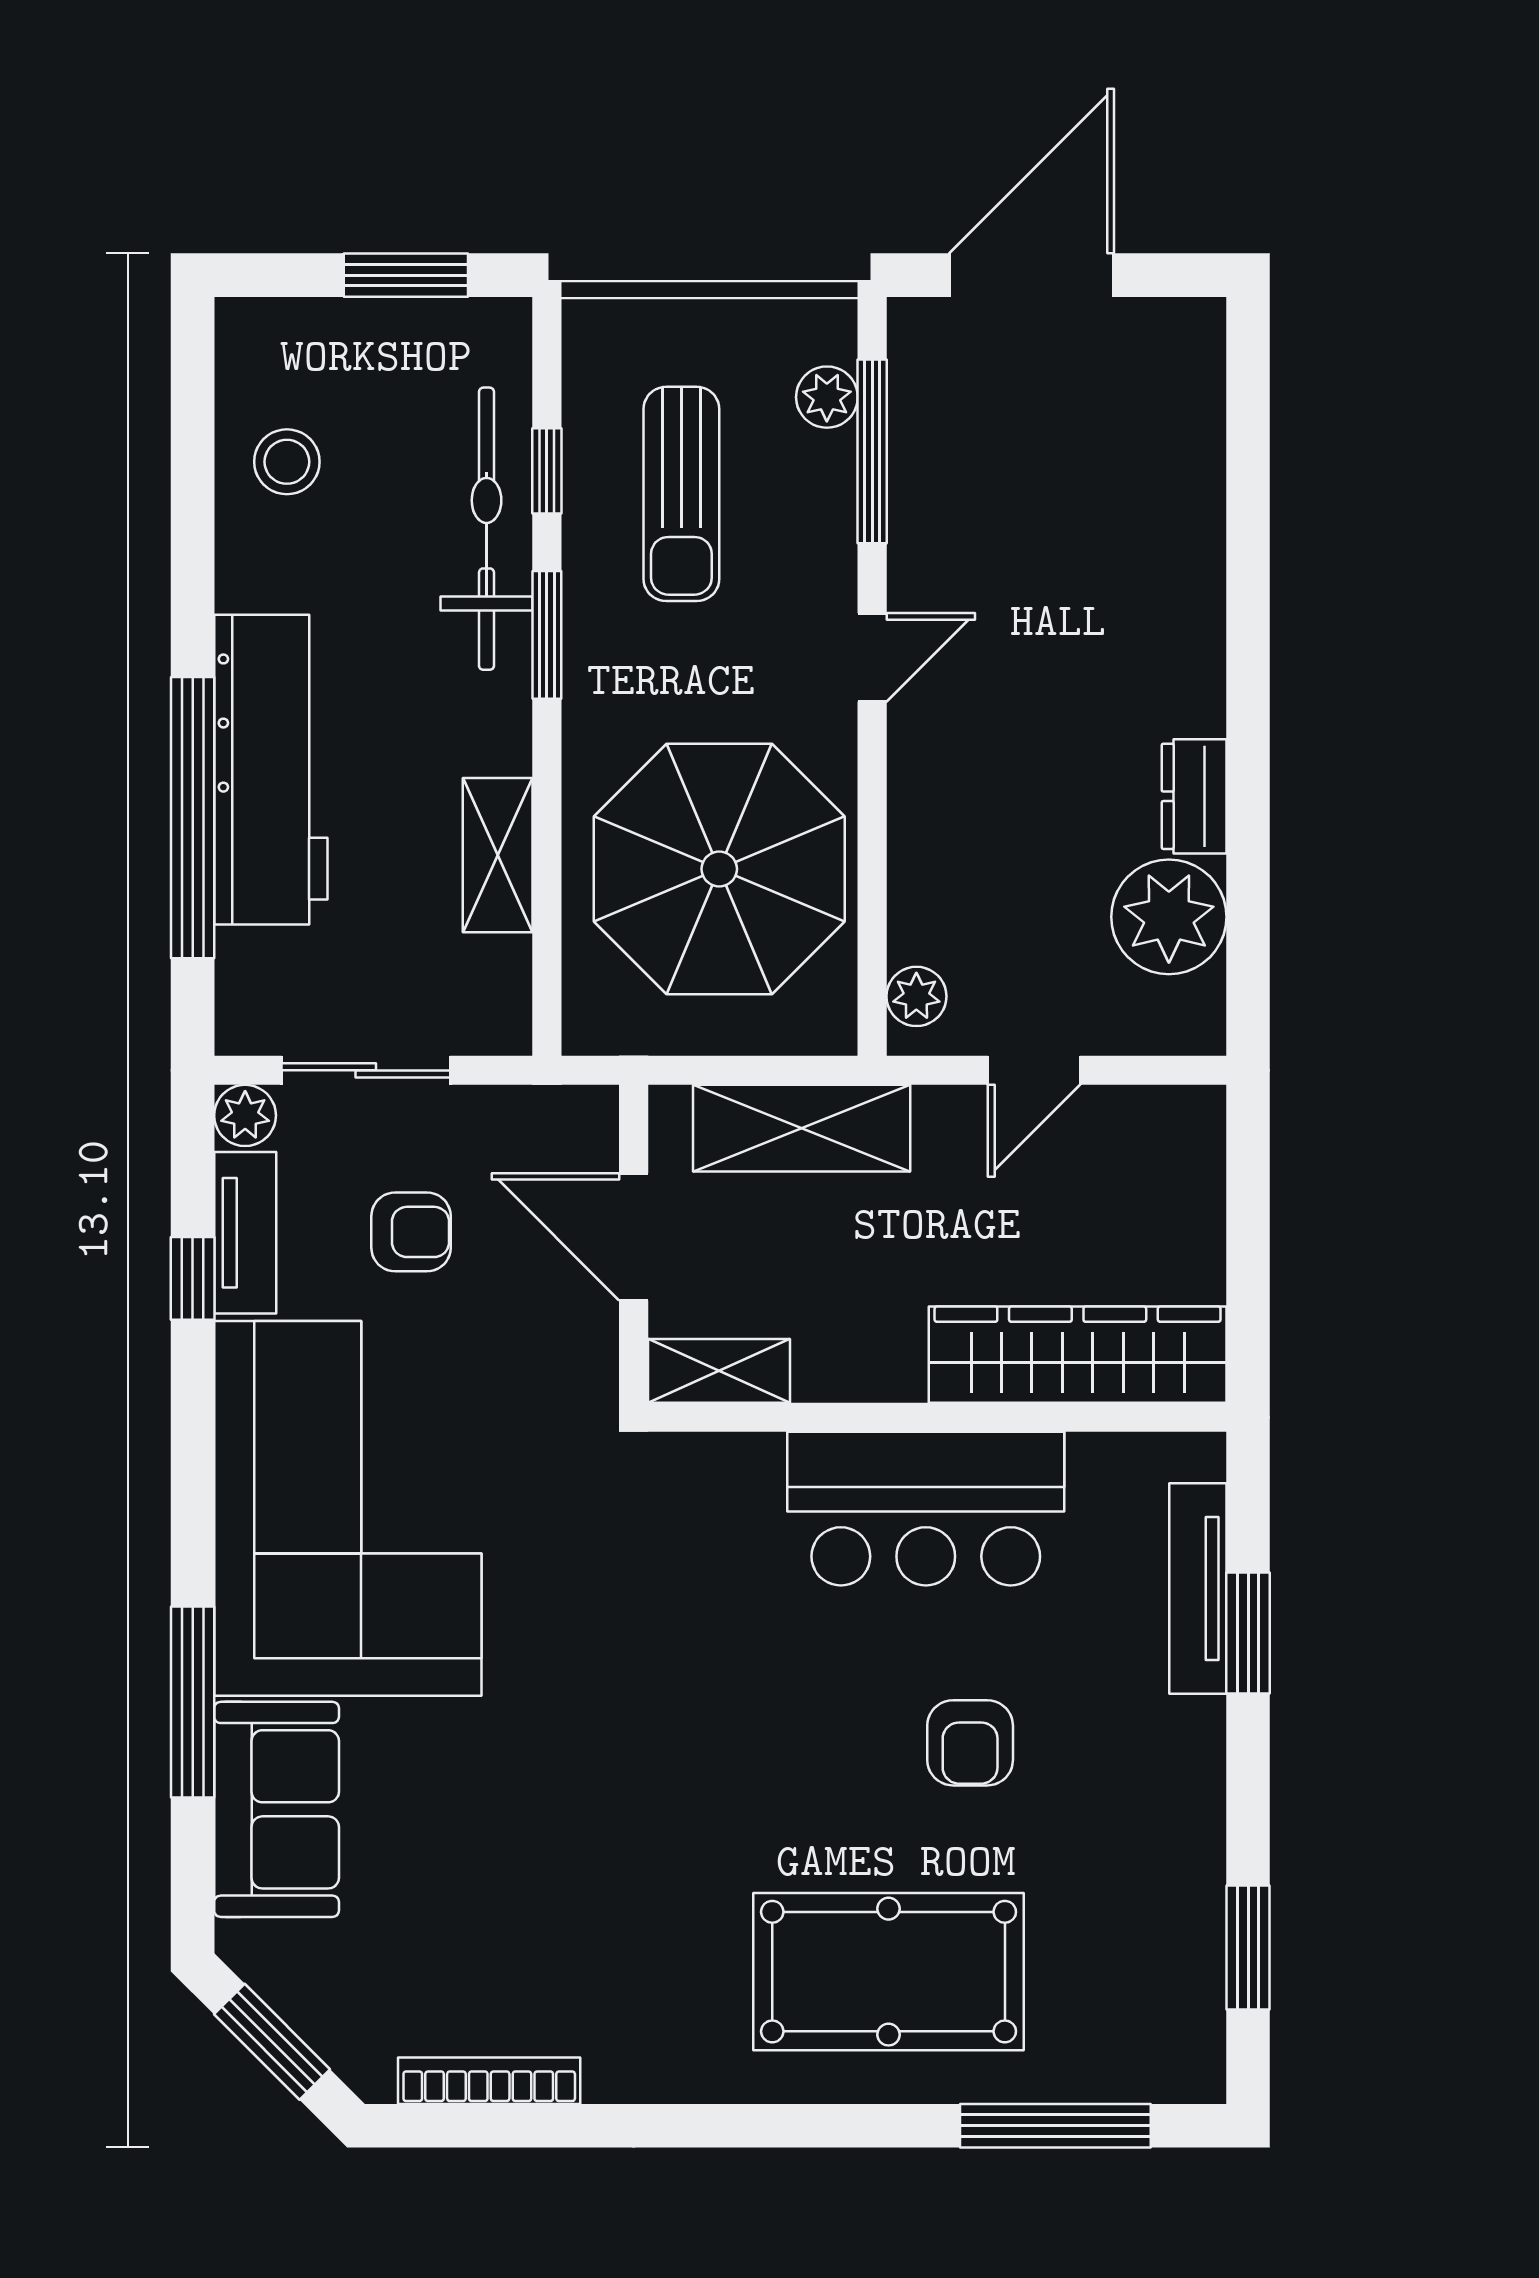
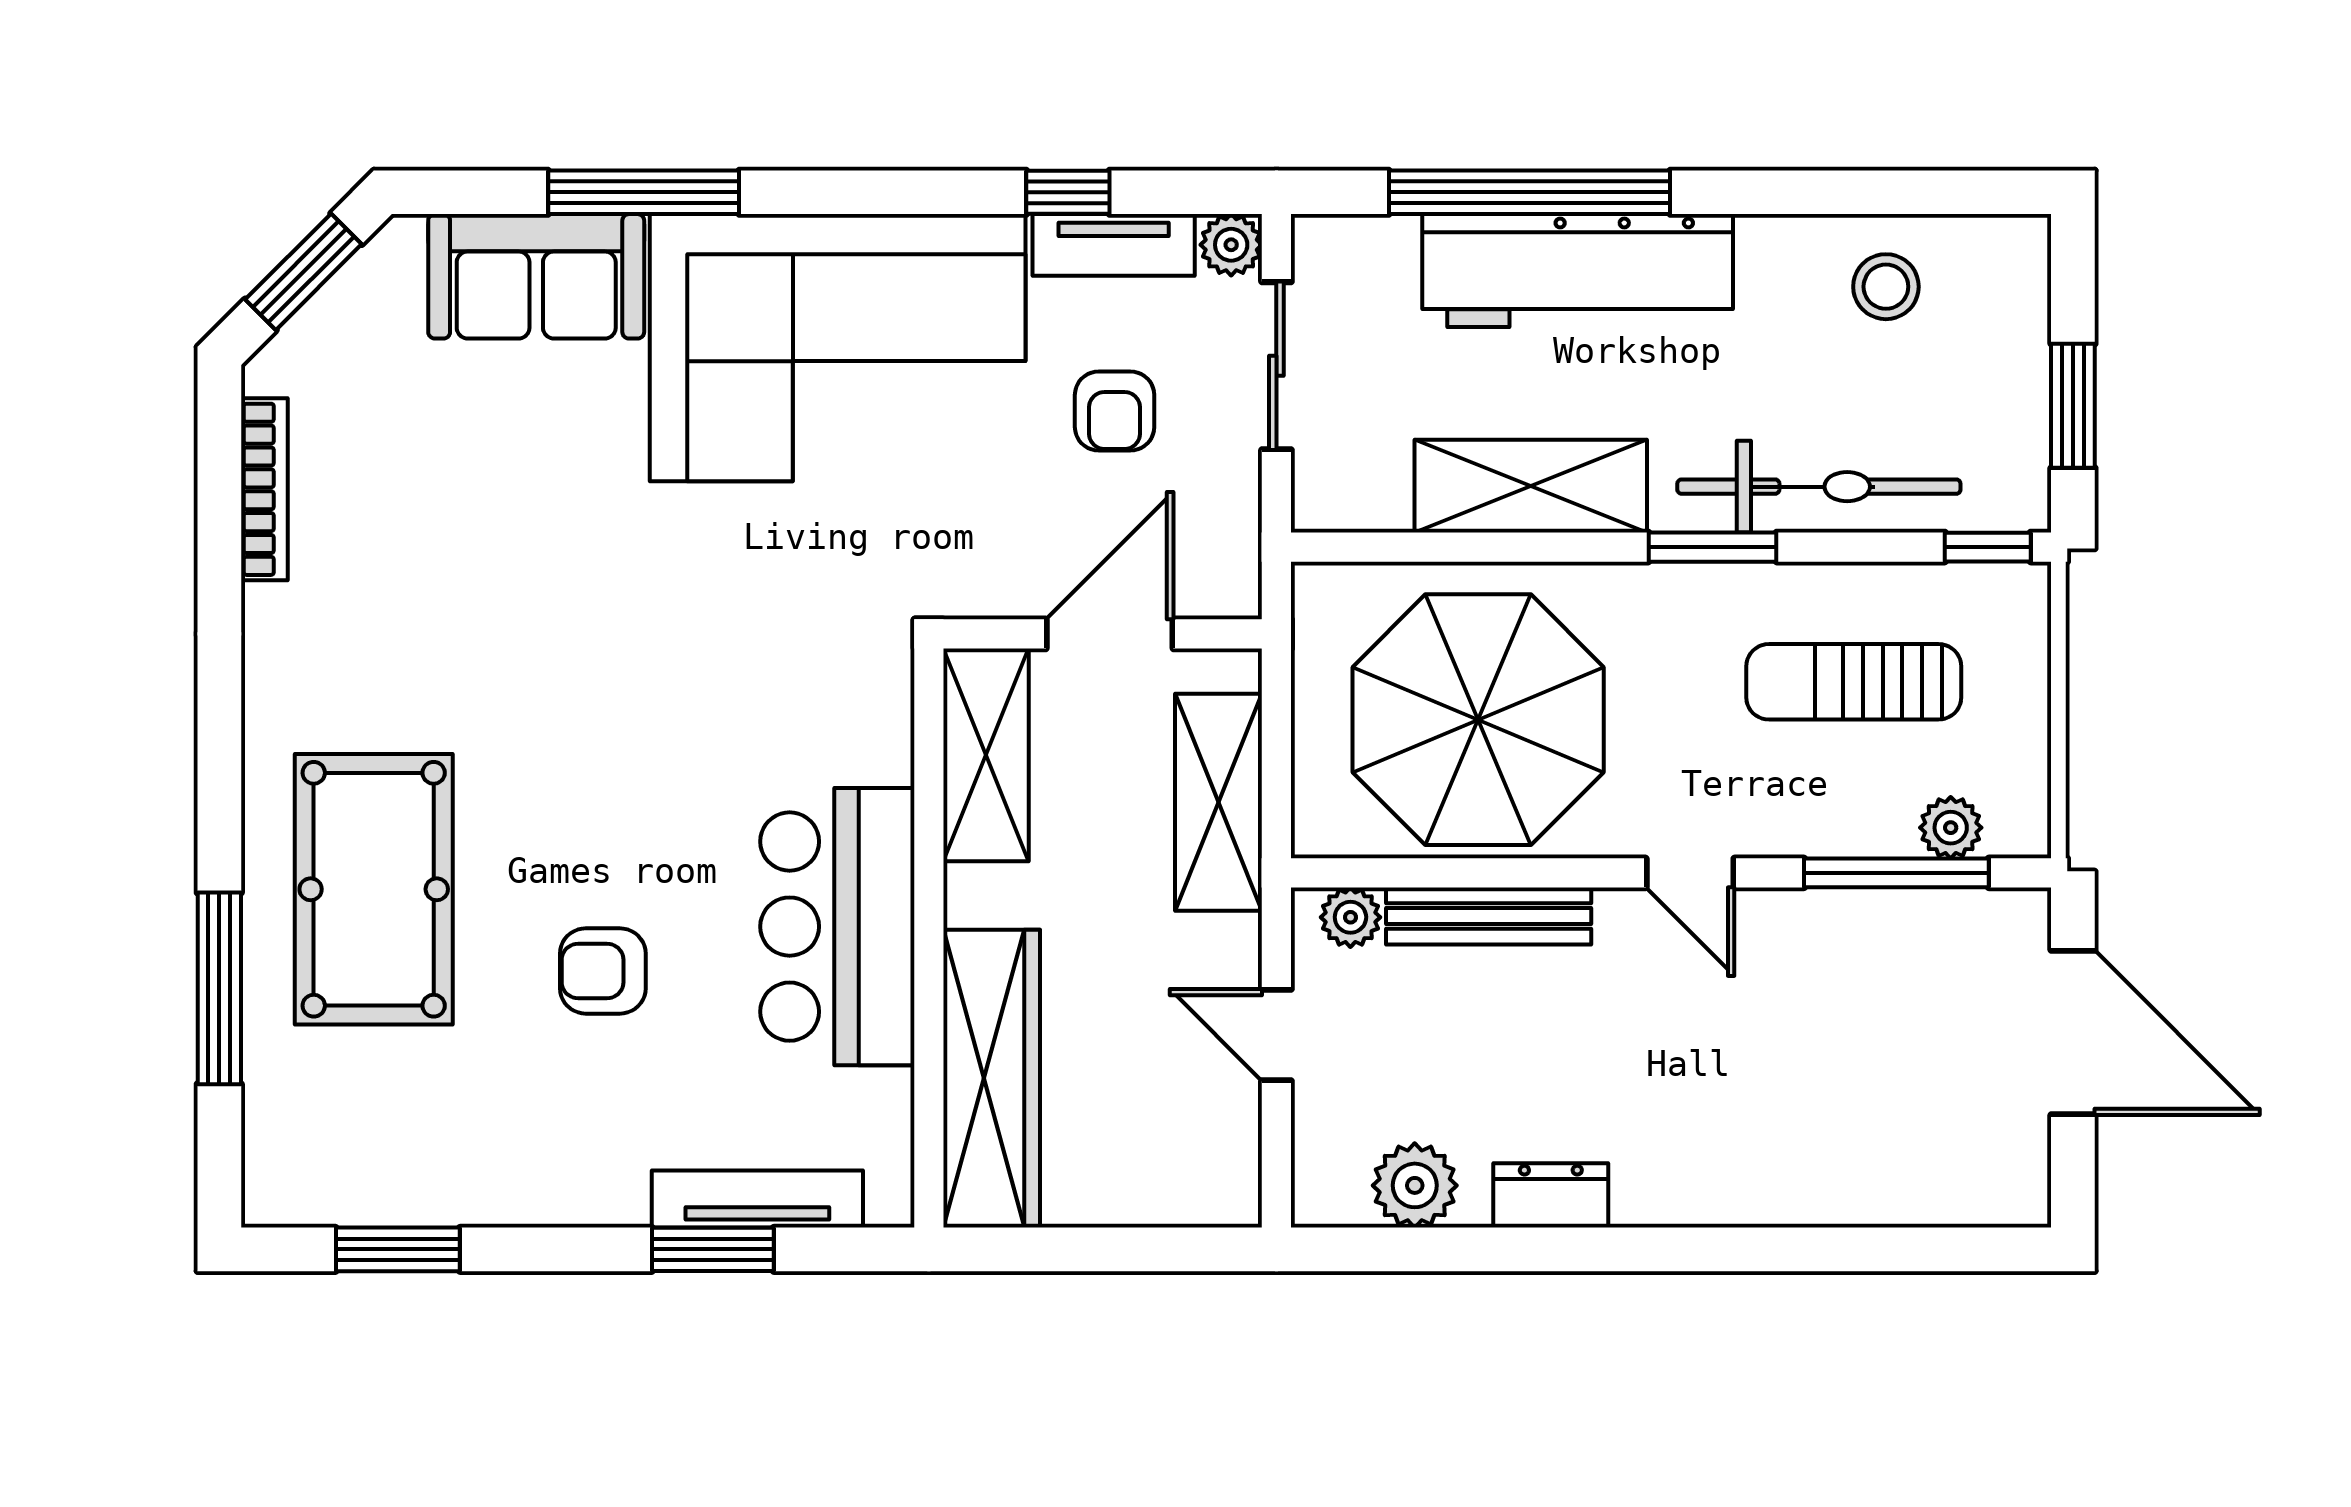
window: (547, 471) -> (1988, 547), moved
shelving: (498, 855) -> (1531, 486), width x1.50, depth x1.33
bench: (915, 858) -> (1489, 916), added
plant: (1169, 917) -> (1415, 1185), width x0.73, depth x0.73
shelving: (719, 1371) -> (986, 755), width x1.50, depth x1.33
window: (1055, 2126) -> (219, 988), moved

